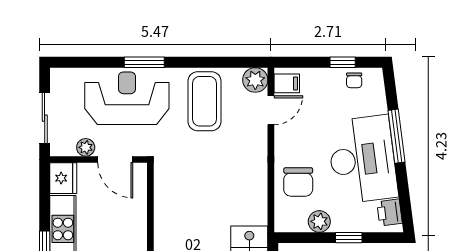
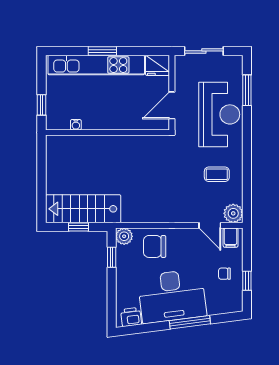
window: (144, 62) -> (247, 90), moved
chair: (354, 80) -> (224, 274), moved
coffee table: (205, 101) -> (217, 174), width x0.54, depth x0.58
plant: (86, 147) -> (181, 83), removed
plant: (319, 221) -> (124, 236), moved
window: (349, 238) -> (112, 257), moved

